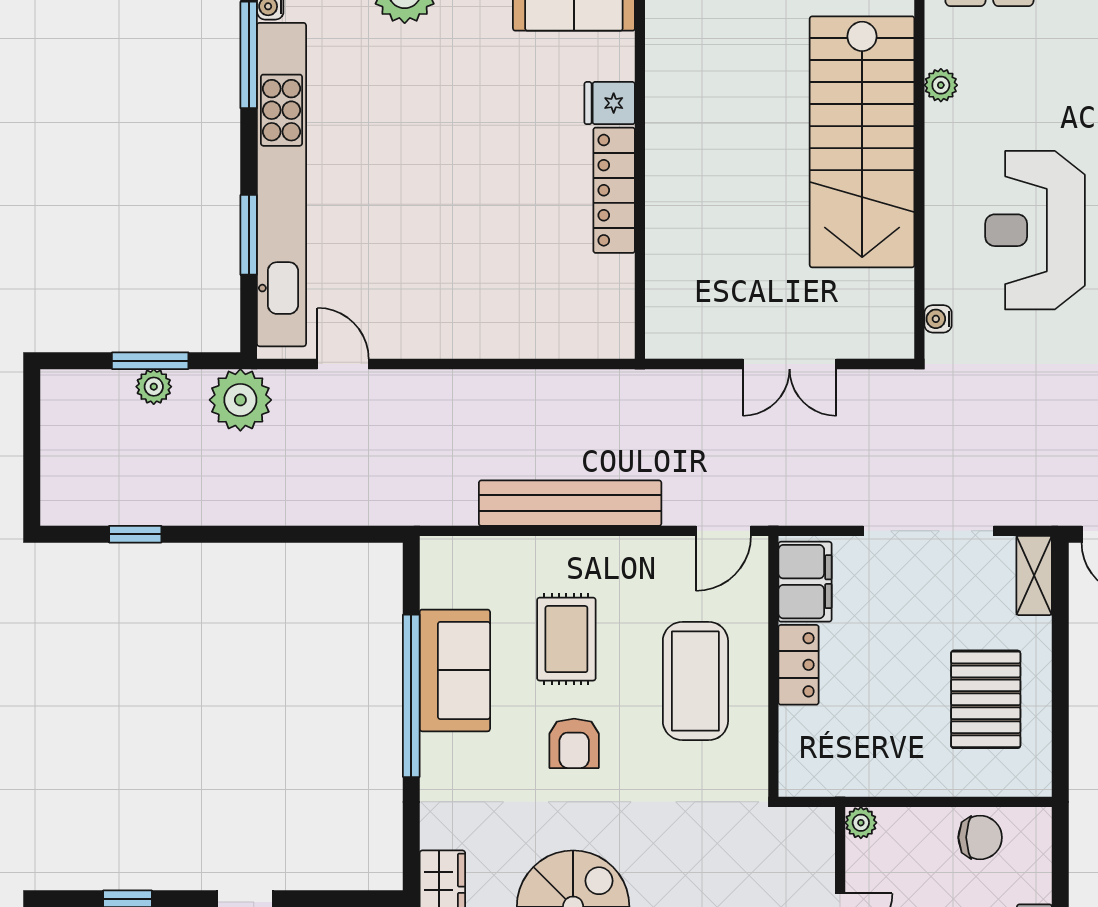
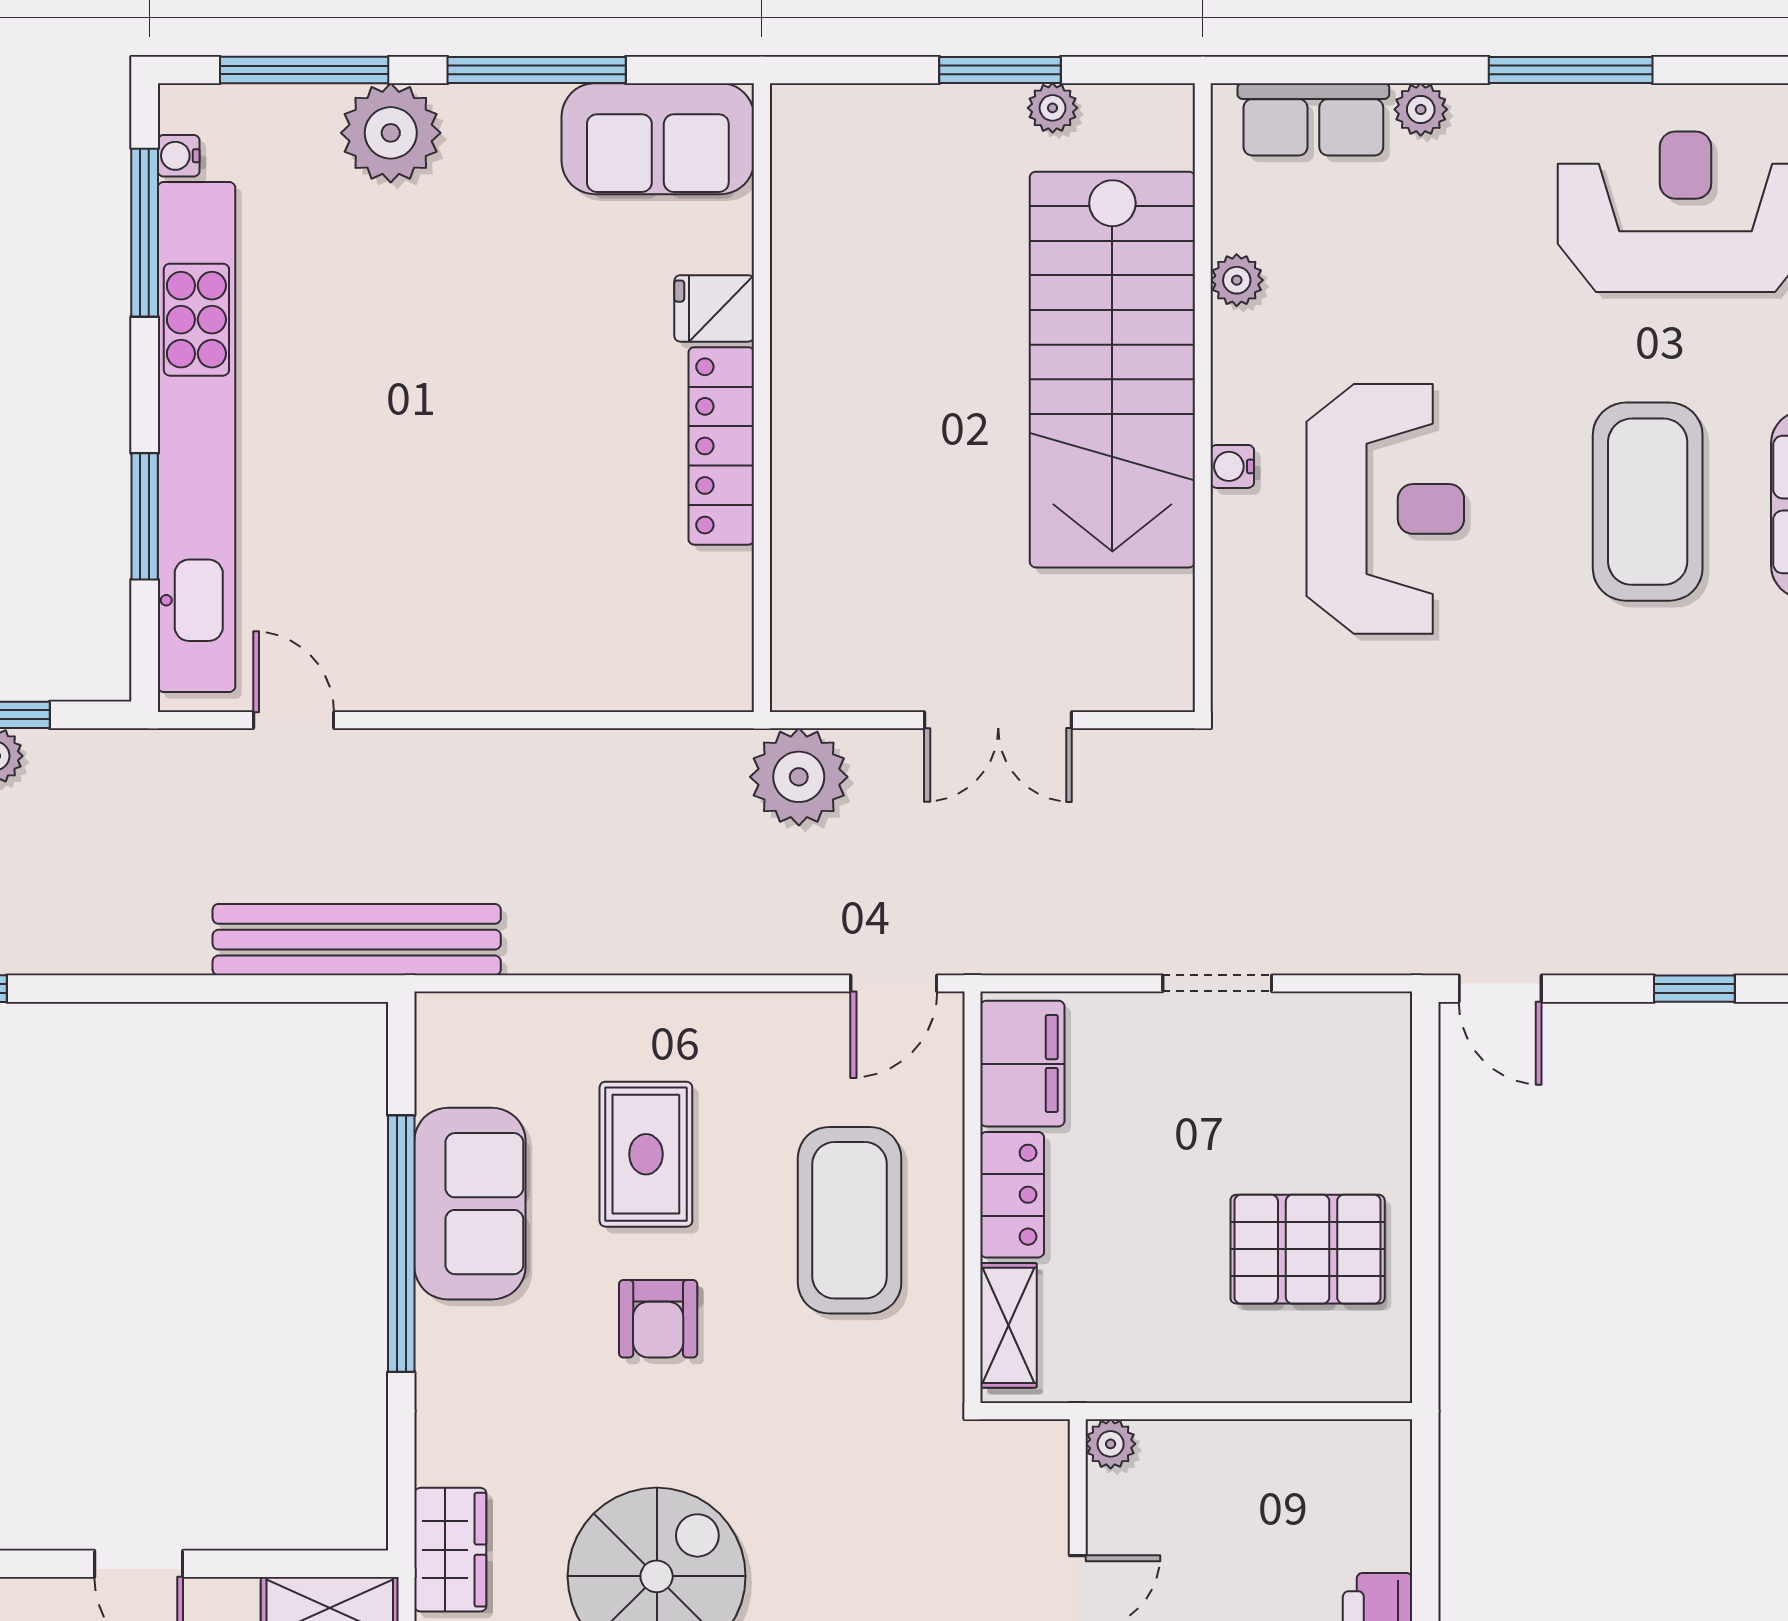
reception desk: (1035, 230) -> (1385, 509), turned 180
water cooler: (938, 319) -> (1232, 466), moved
plant: (240, 400) -> (799, 777), moved
bench: (570, 503) -> (357, 940), moved
doorway: (929, 531) -> (1217, 983), width x0.53
shelving: (1034, 575) -> (1008, 1325), moved
pallet: (986, 699) -> (1308, 1249), turned 90
chair: (980, 837) -> (1299, 1467), removed

